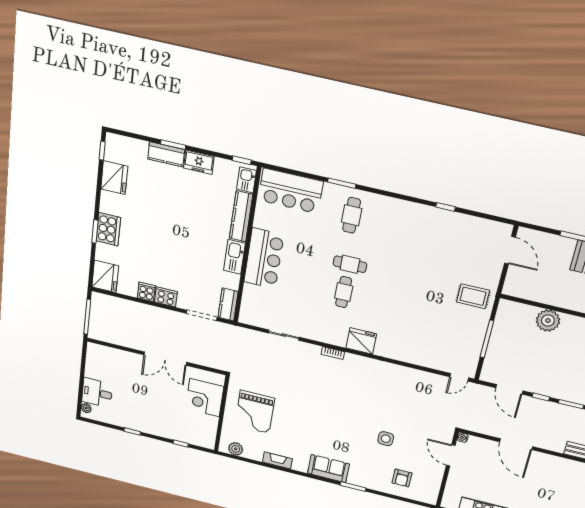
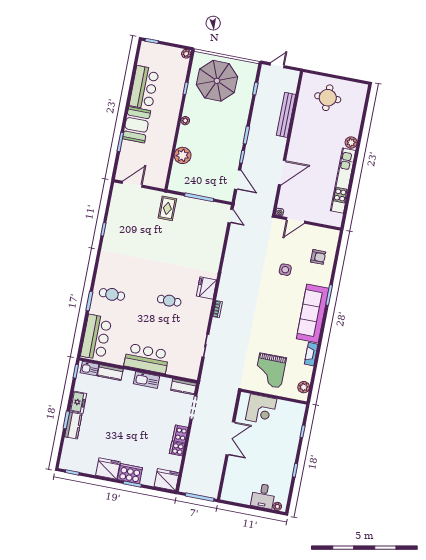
fridge: (114, 178) -> (108, 469), moved
kitchen counter: (241, 216) -> (110, 373), width x0.67
cafe table: (350, 264) -> (148, 296), removed
door: (509, 389) -> (238, 180), hinge flipped
grand piano: (255, 412) -> (270, 370), turned 90
sofa: (328, 469) -> (313, 314), width x1.85, depth x1.27

